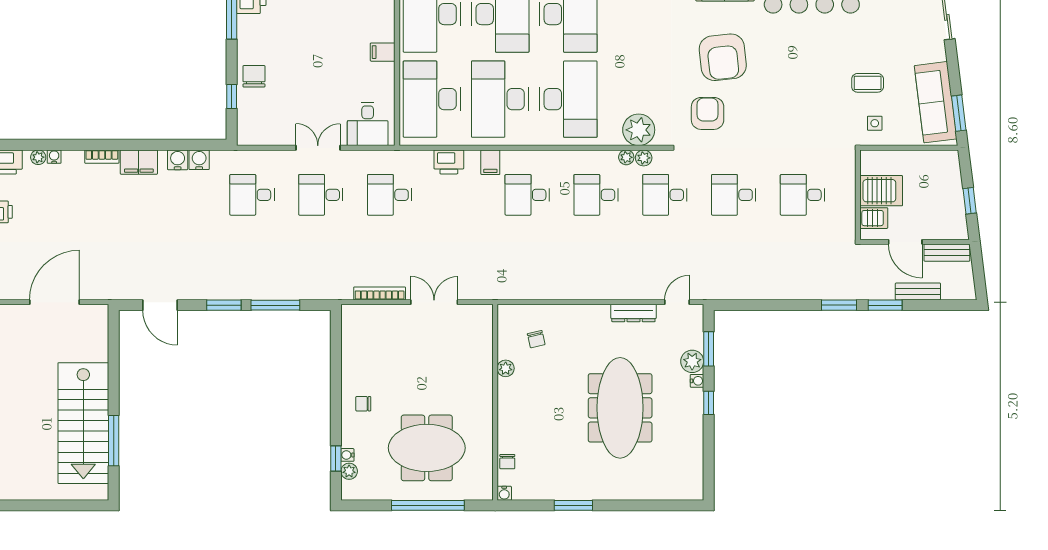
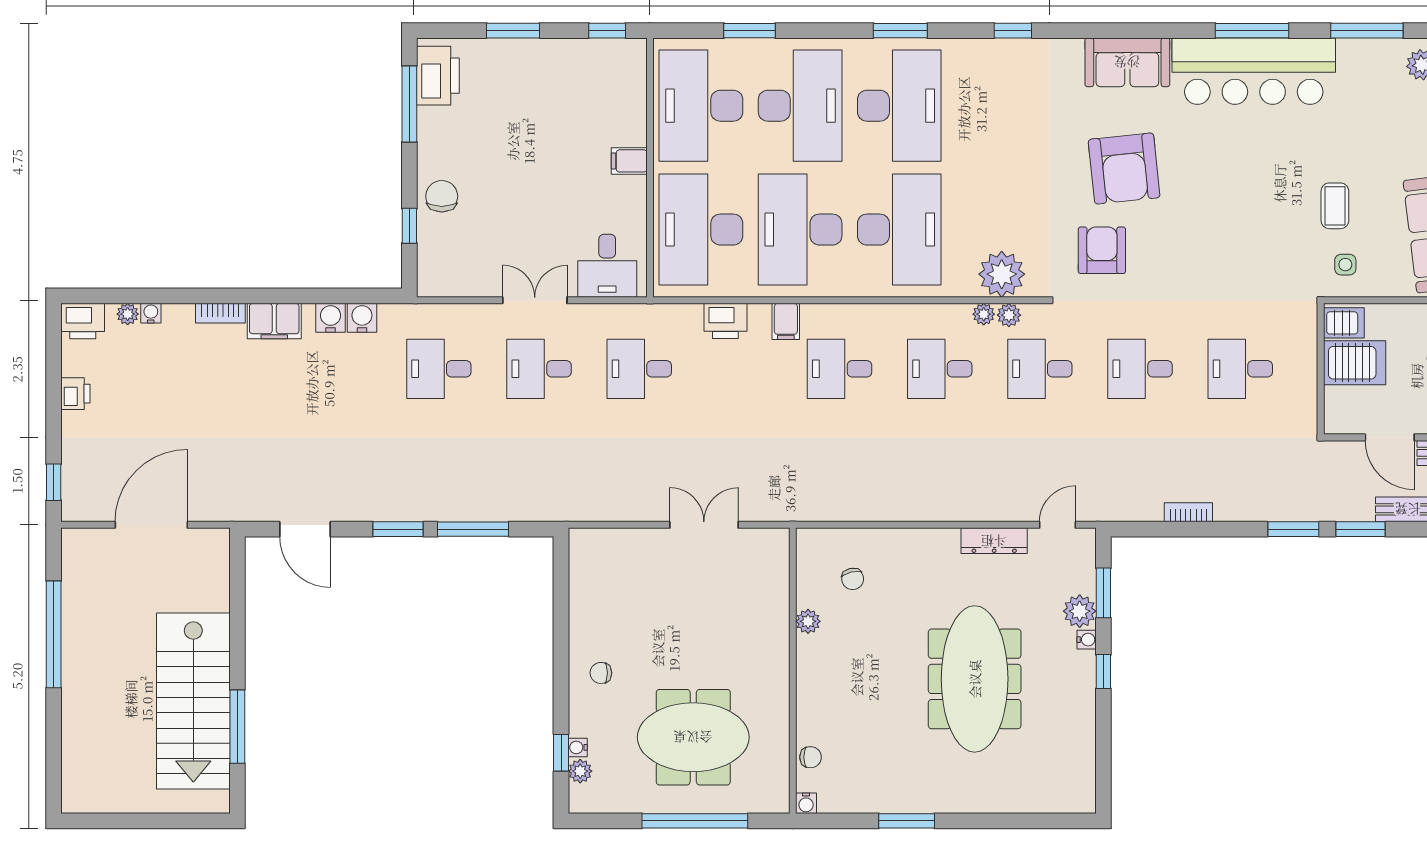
coffee table: (868, 83) -> (1335, 206), turned 90
server rack: (874, 218) -> (1344, 323), moved
bookcase: (380, 293) -> (1188, 512), moved, width x0.64
chair: (507, 462) -> (811, 757), turned -90

